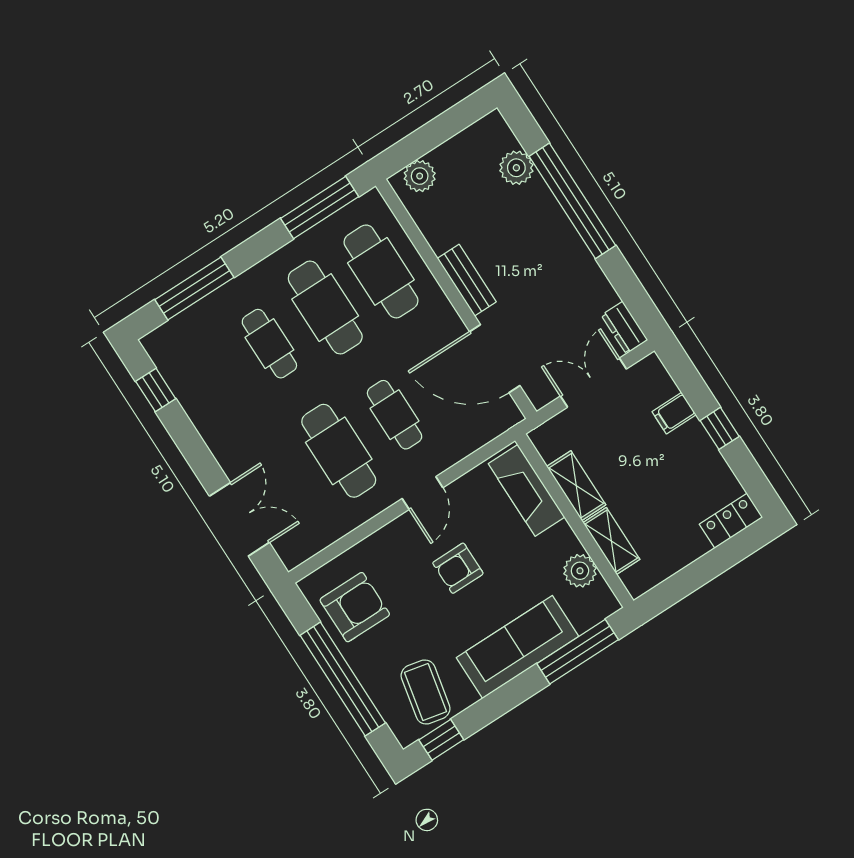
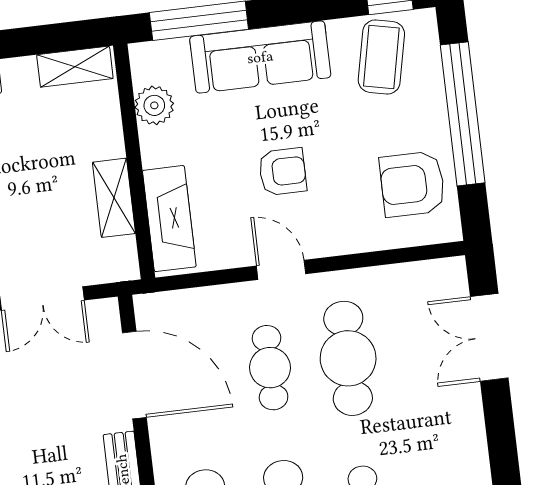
door: (423, 493) -> (281, 270), hinge flipped
shelving: (611, 541) -> (75, 67), moved, turned 90

